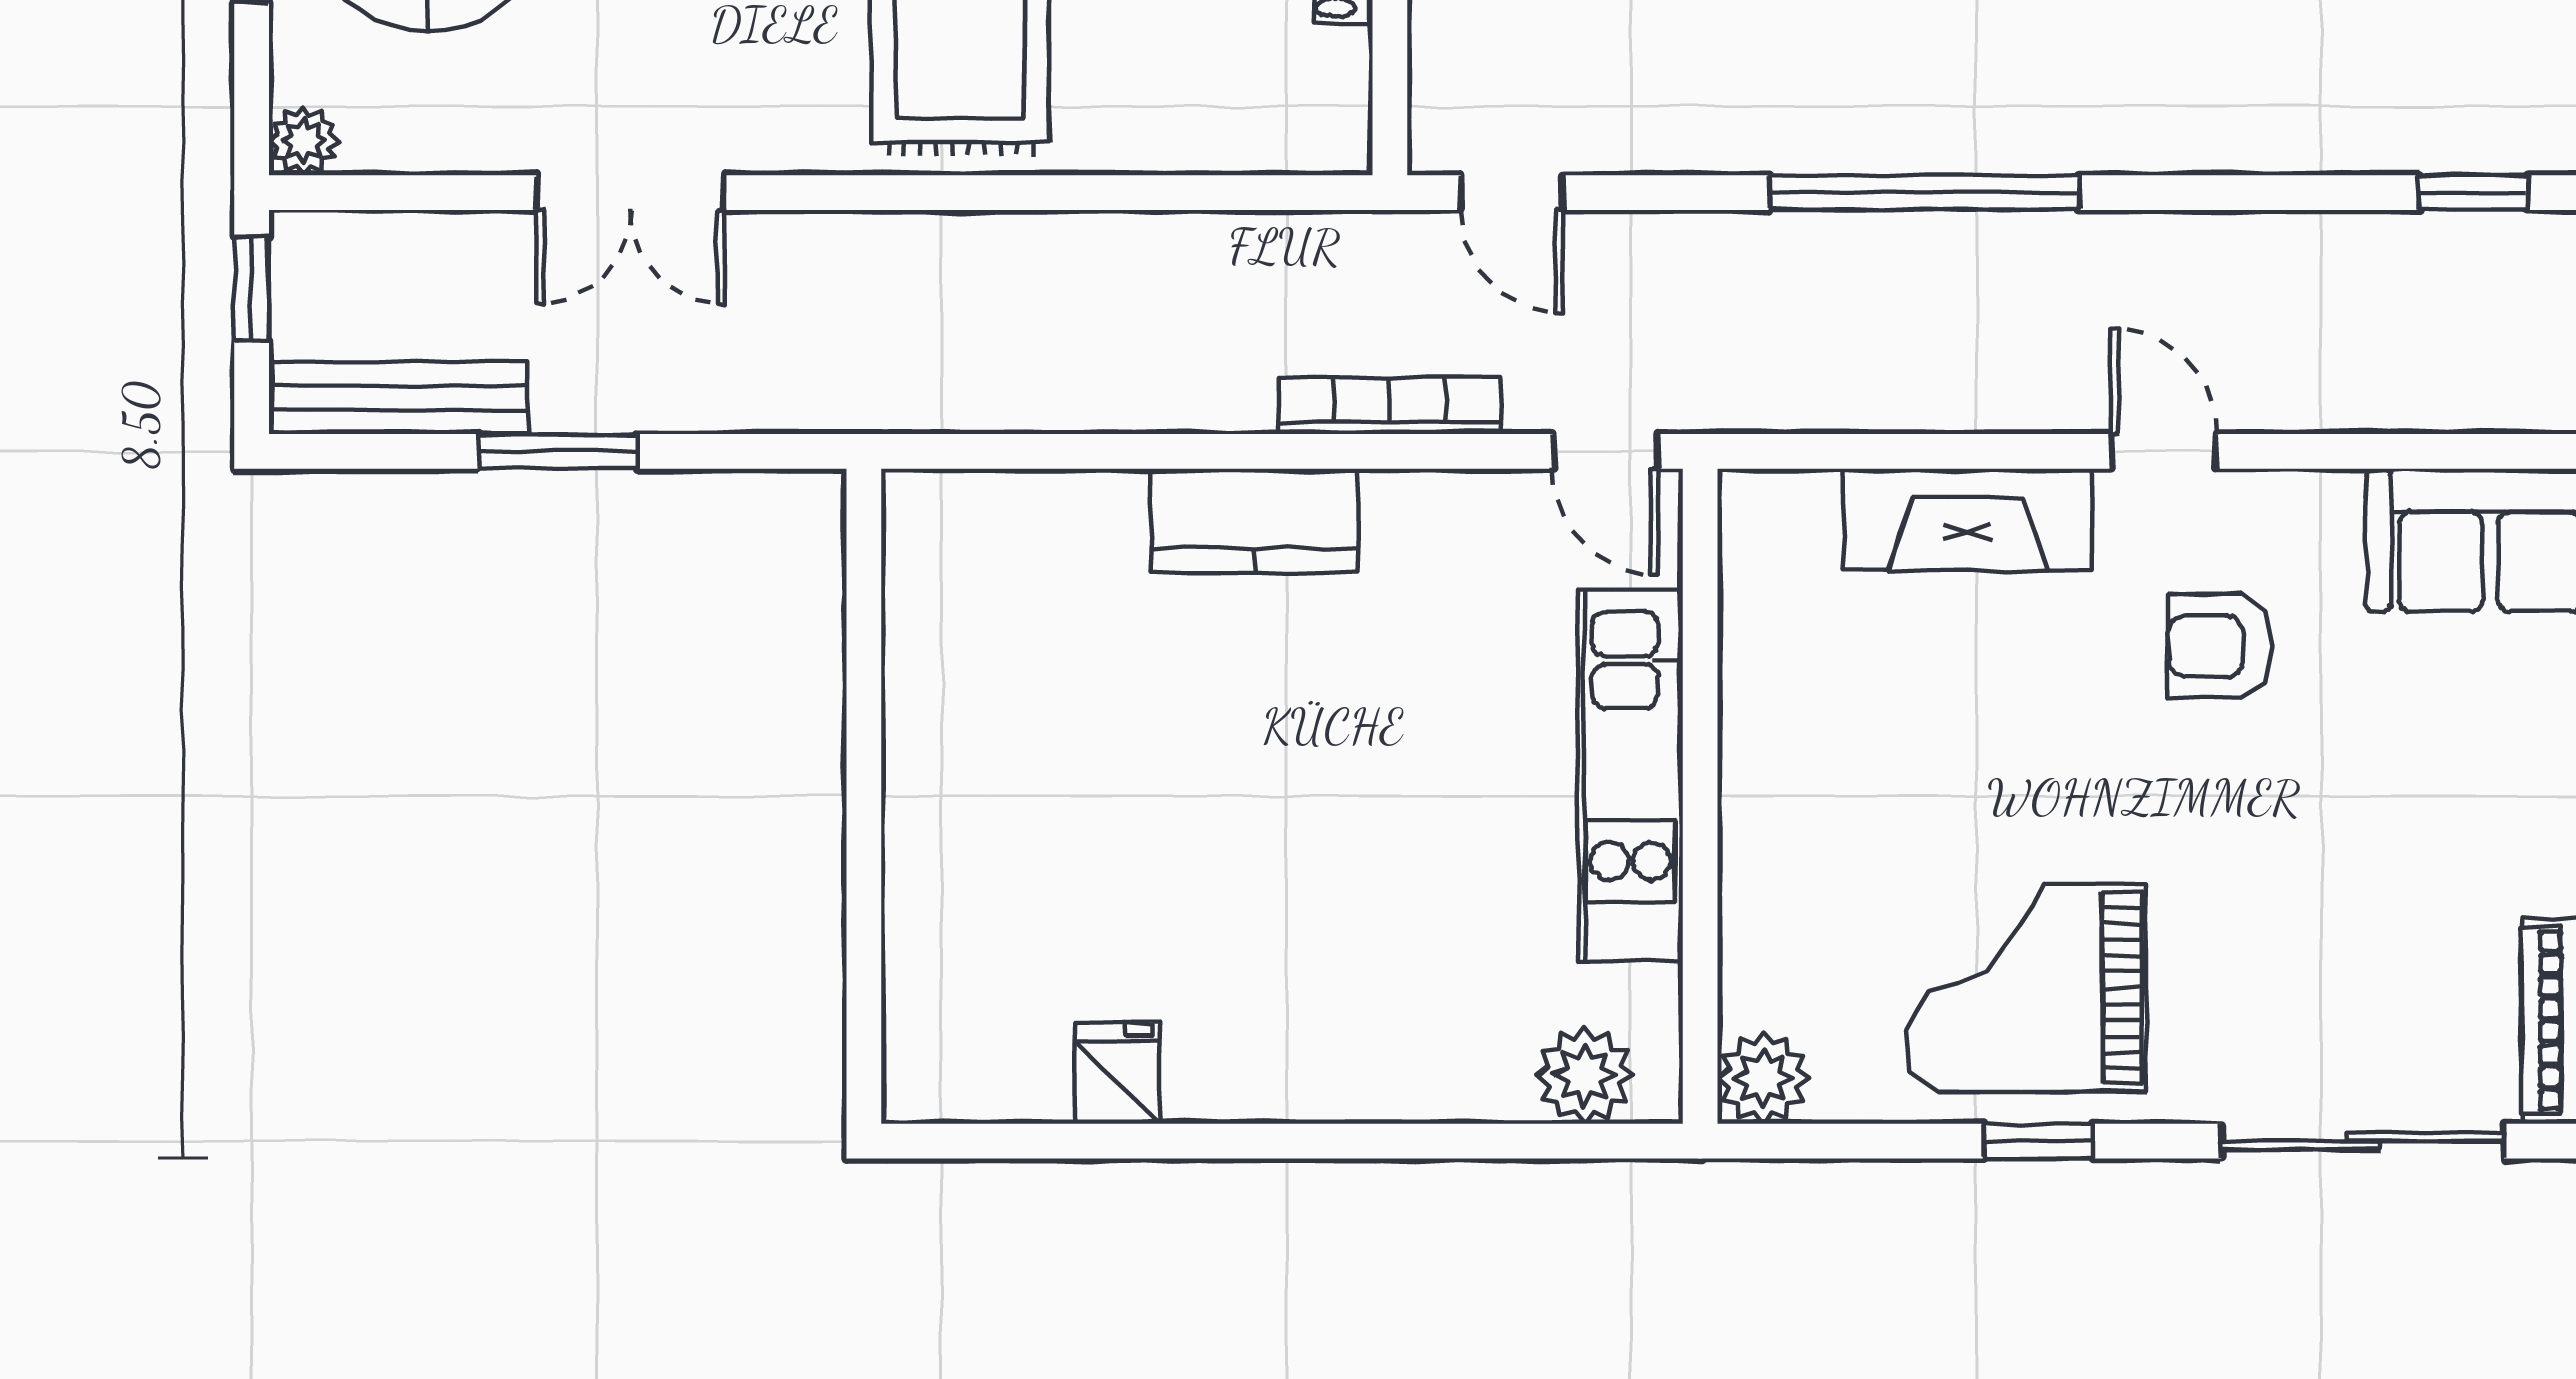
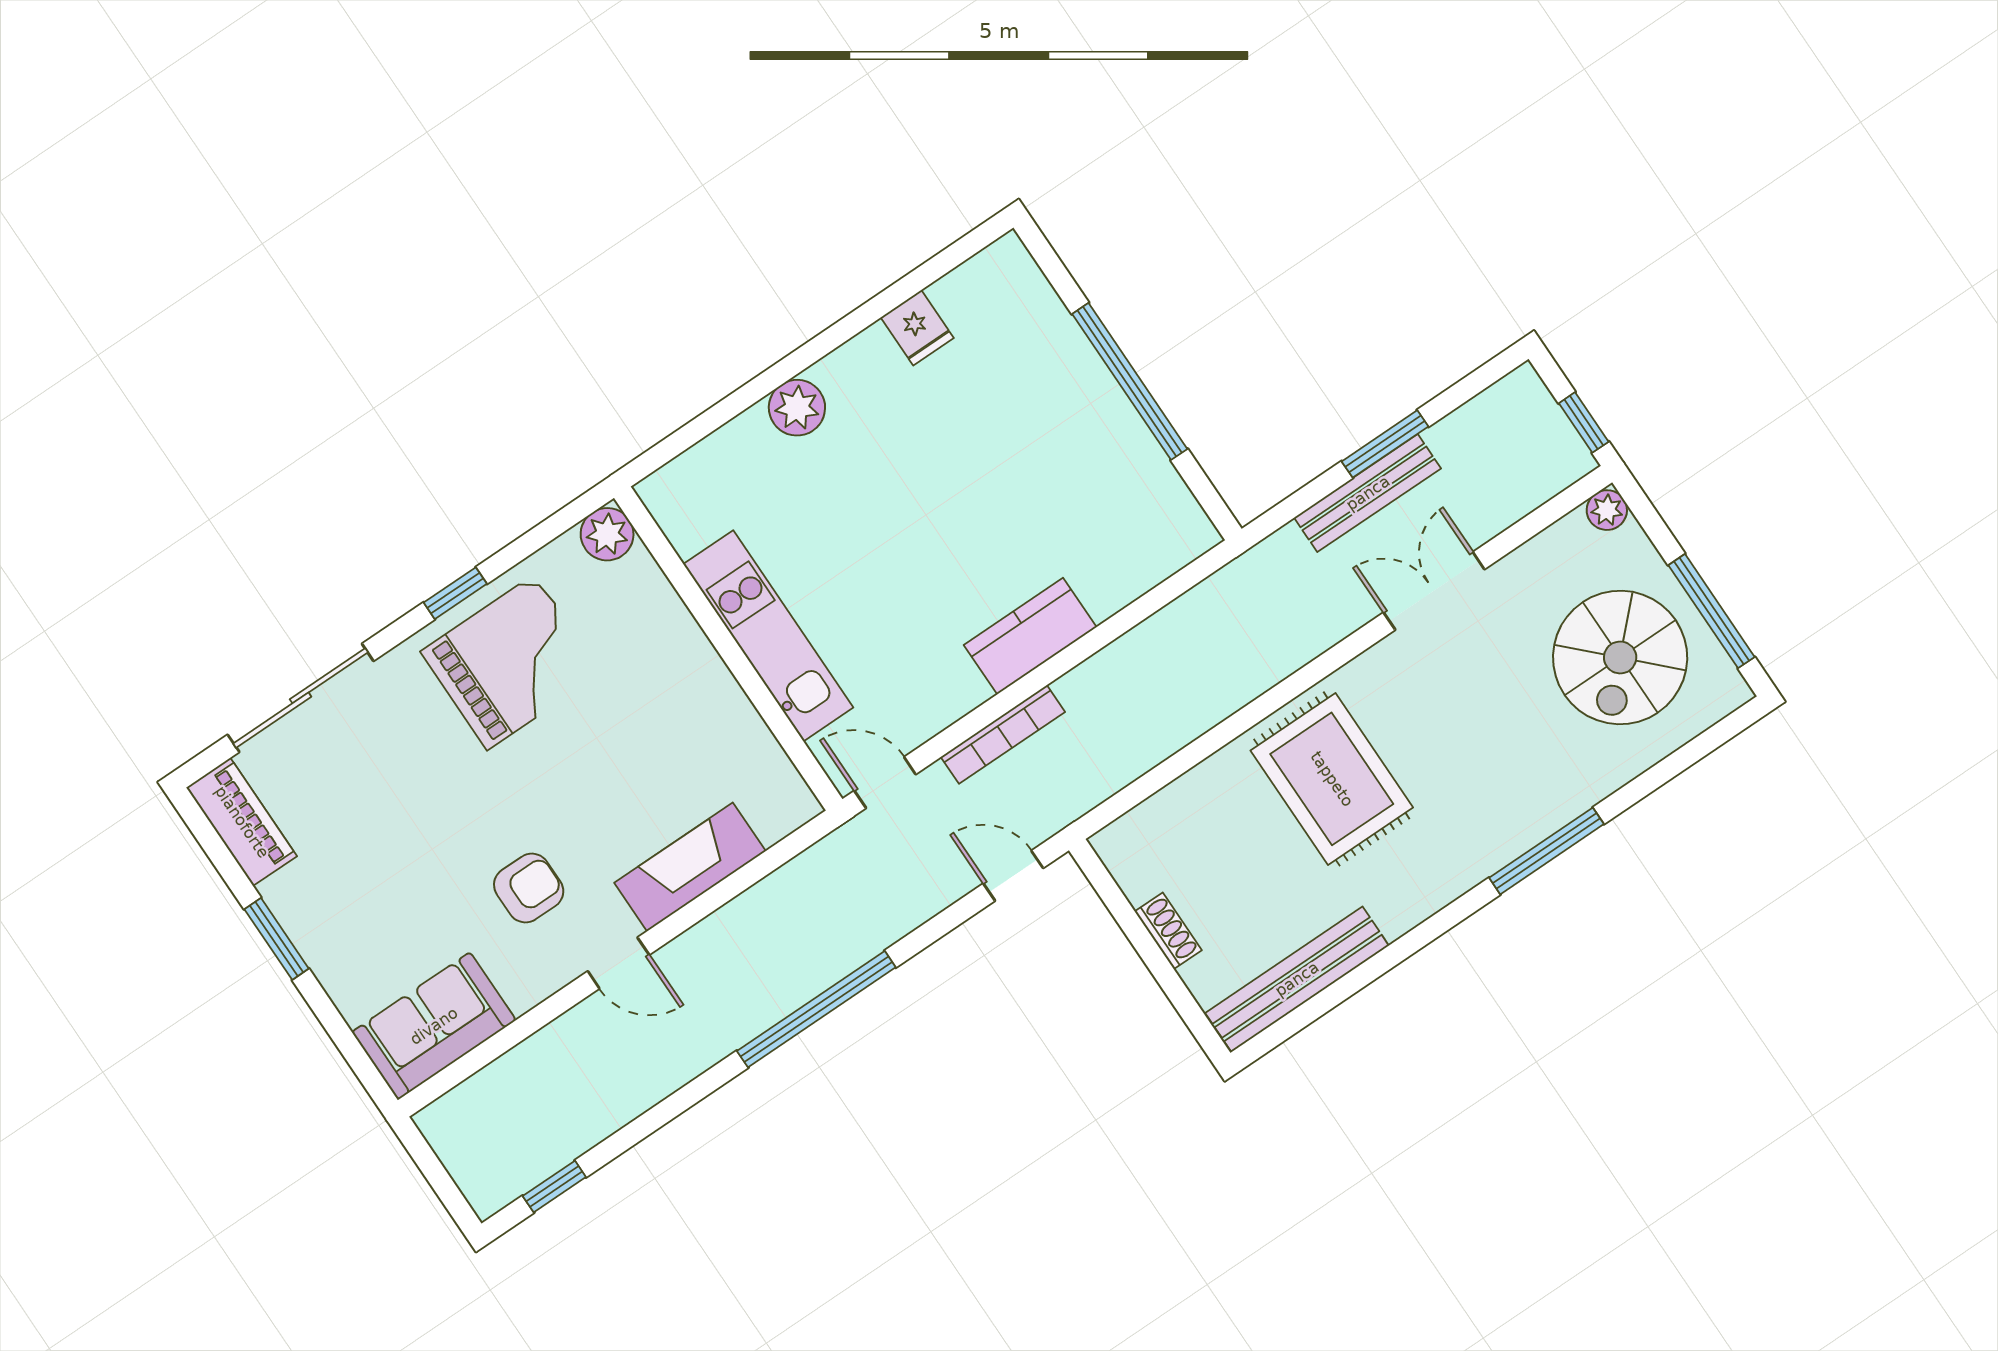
bench: (398, 398) -> (1368, 493), moved
window: (864, 789) -> (1130, 381), added
plant: (1585, 1075) -> (797, 408), moved

